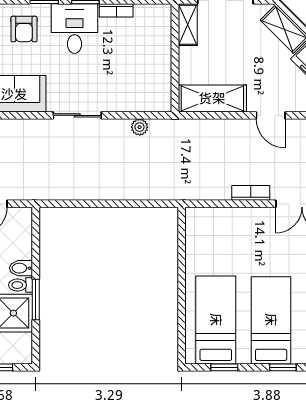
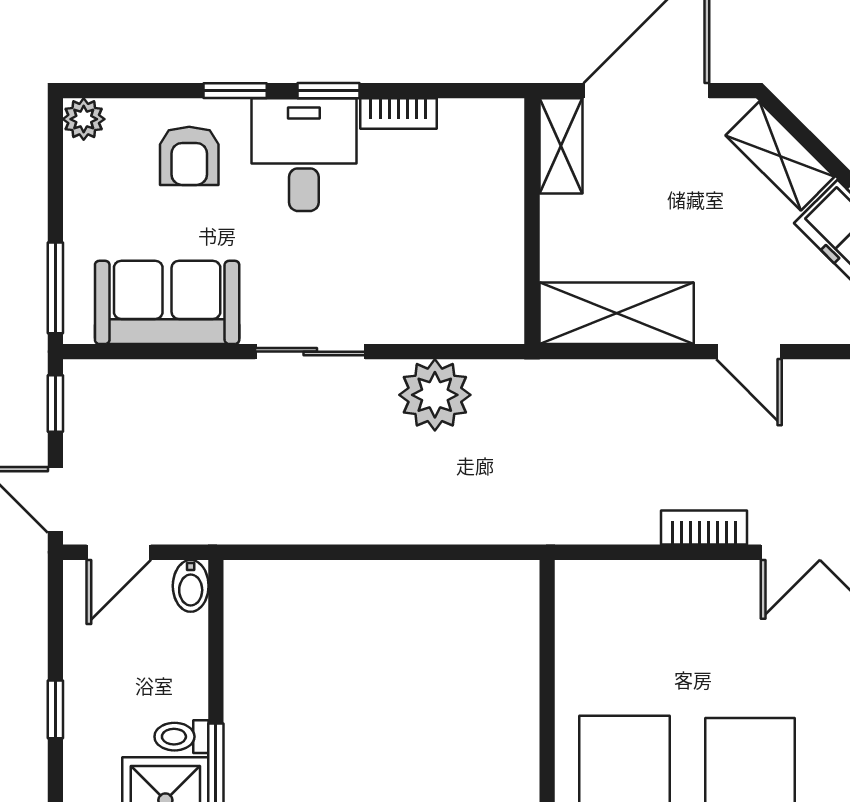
plant: (140, 127) -> (435, 395), width x1.88, depth x1.88
bidet: (21, 268) -> (191, 586), moved, turned -90

